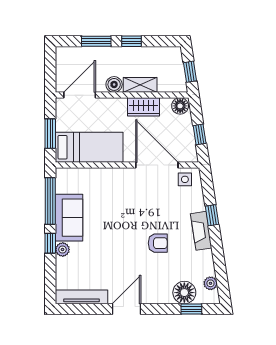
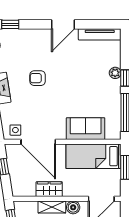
floor lamp: (180, 106) -> (19, 190), removed
sofa: (69, 218) -> (86, 129), moved, turned 90
floor lamp: (184, 293) -> (16, 38), removed

